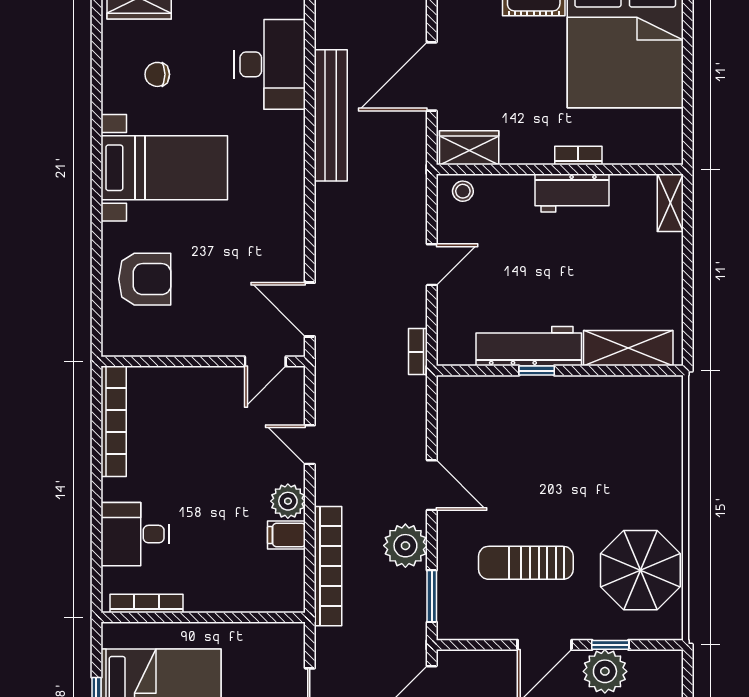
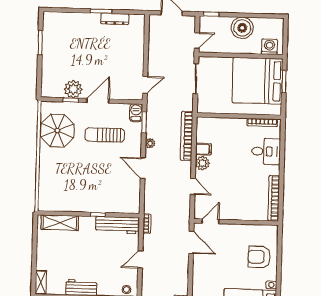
workbench: (529, 346) -> (118, 225), moved
plant: (405, 546) -> (150, 143), width x0.53, depth x0.53
sun lounger: (526, 563) -> (105, 135), turned 180
barbecue: (452, 618) -> (136, 113), added

